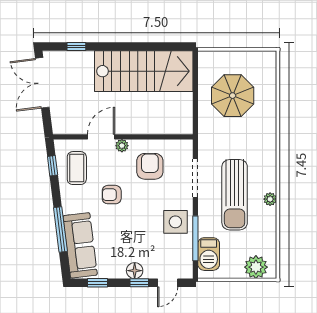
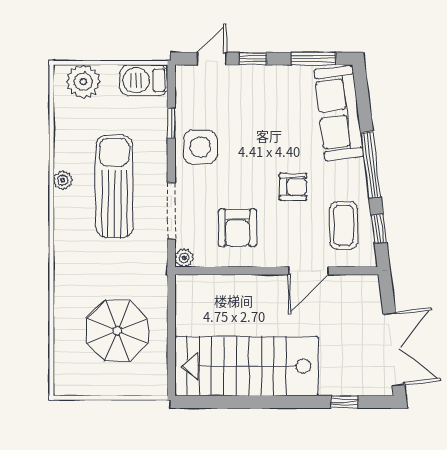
plant: (122, 146) -> (184, 258), moved
window: (60, 229) -> (371, 165), moved
window: (195, 238) -> (171, 123), width x0.46
barbecue: (209, 254) -> (144, 80), moved, turned -90
floor lamp: (135, 271) -> (260, 76), removed
window: (97, 283) -> (314, 59), width x1.50

